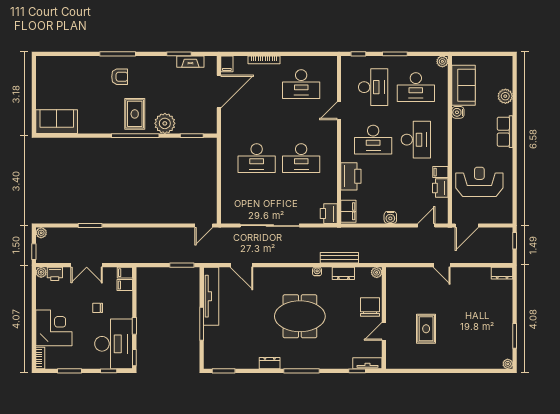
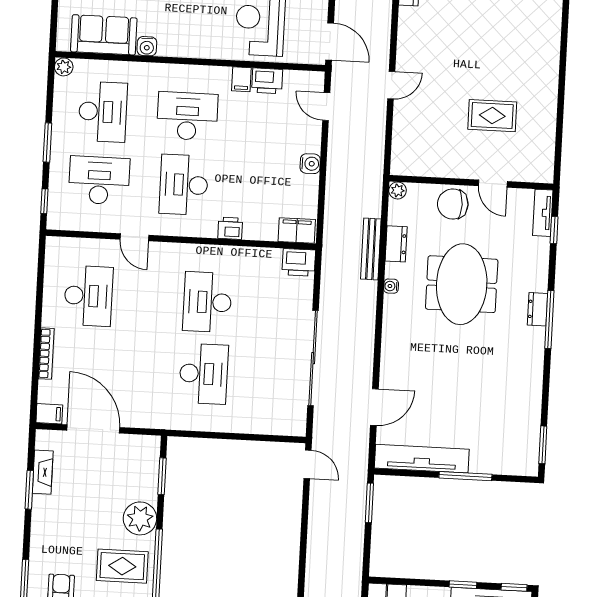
desk: (373, 140) -> (184, 185), turned 180
desk: (301, 158) -> (207, 302), turned 180
printer: (351, 176) -> (230, 228), width x0.53, depth x0.68
meeting table: (300, 316) -> (462, 284), moved
dresser: (270, 363) -> (537, 309), moved

